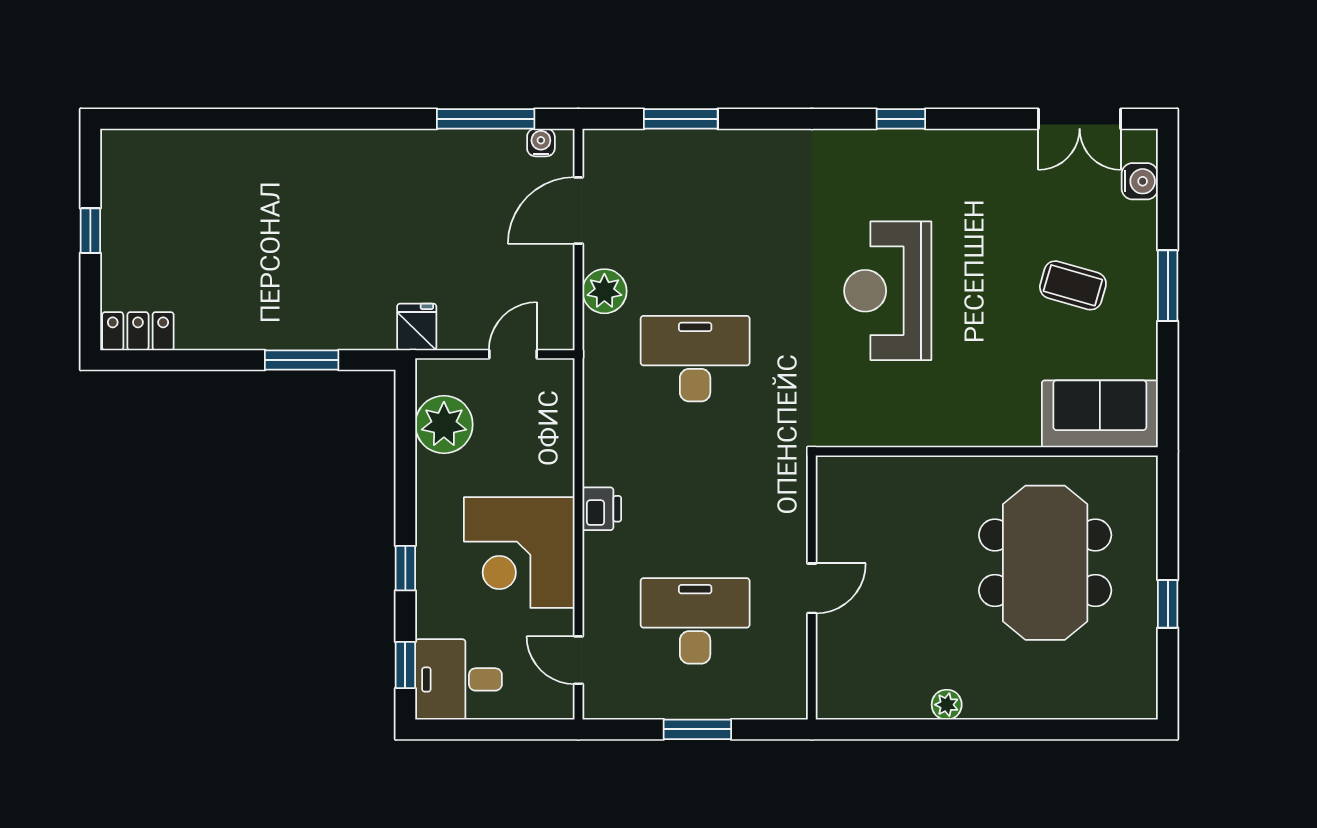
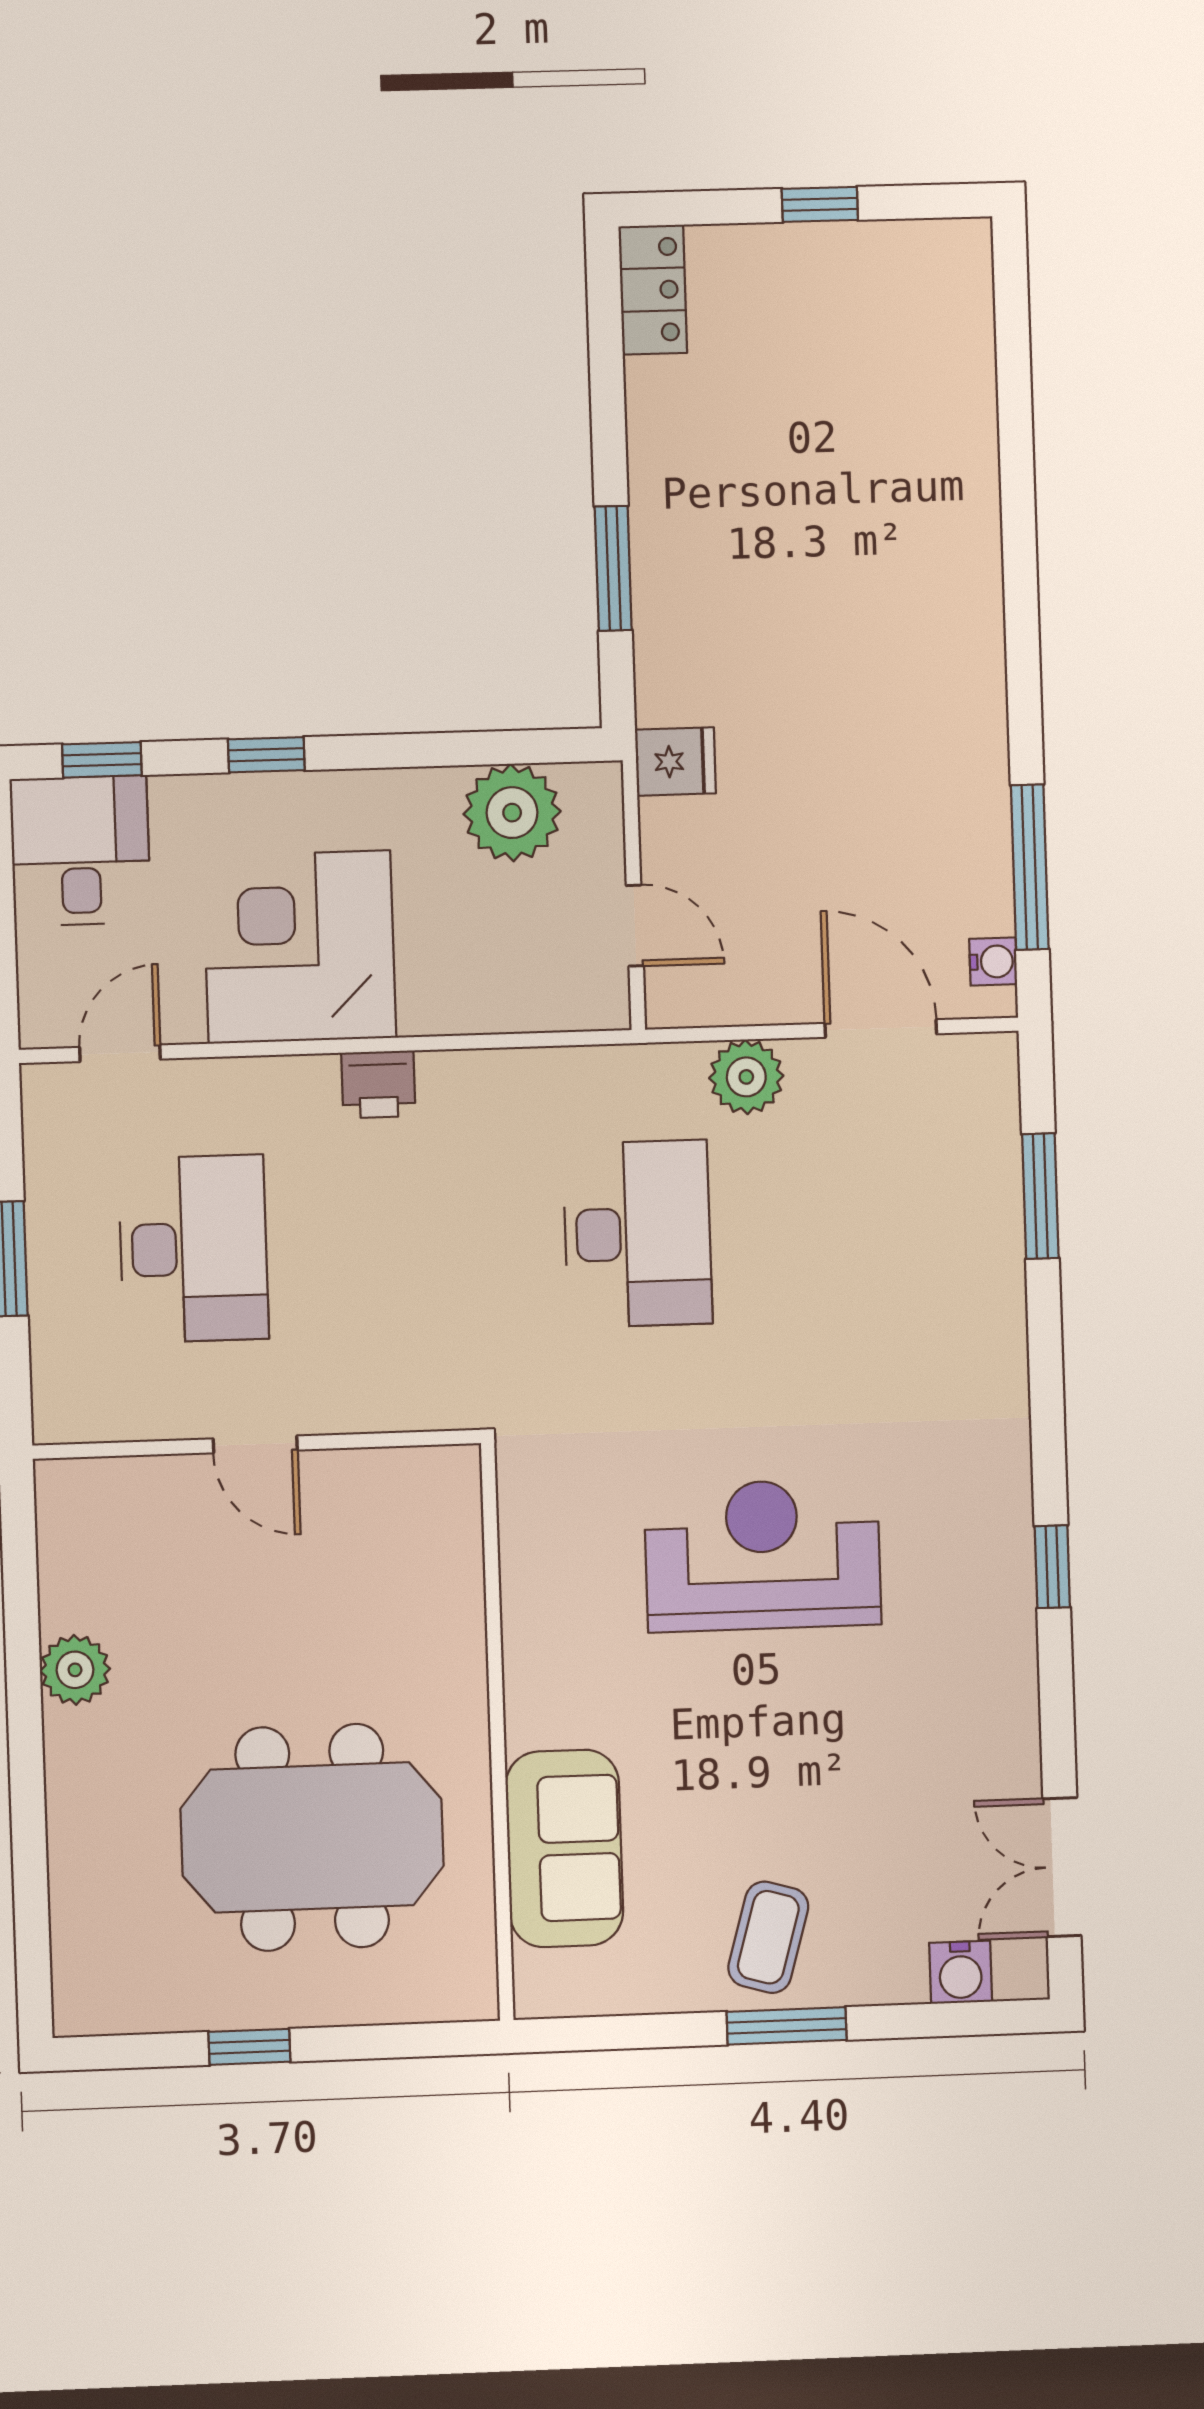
coffee table: (1073, 285) -> (768, 1937), moved
sofa: (1100, 414) -> (564, 1848), moved
plant: (947, 705) -> (75, 1670), width x1.38, depth x1.38

